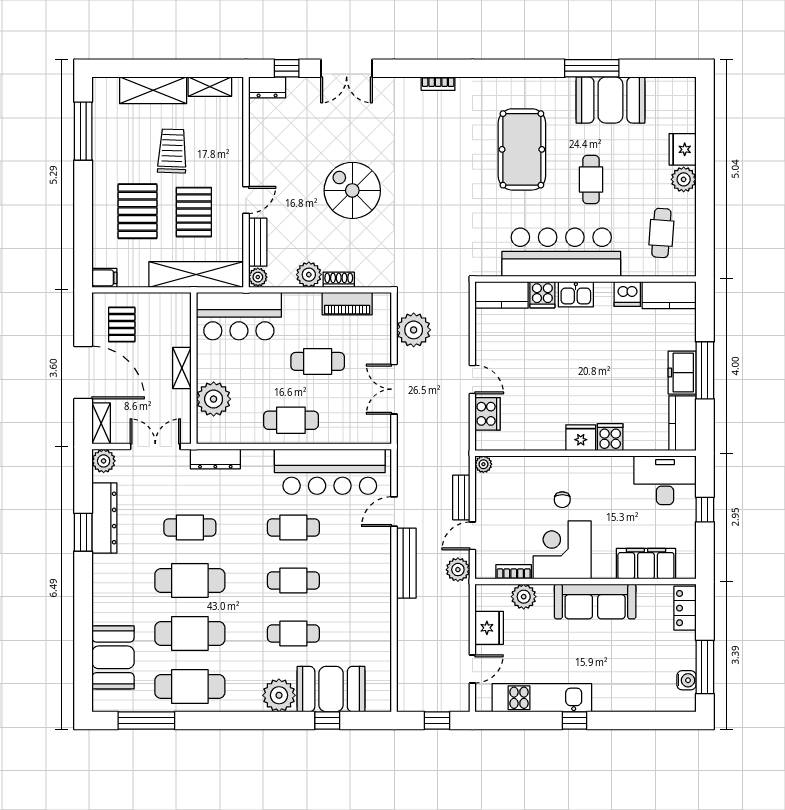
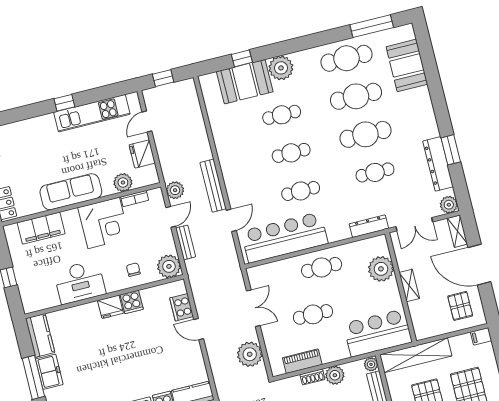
cooker: (610, 437) -> (132, 302), moved
plant: (483, 464) -> (169, 266), width x1.88, depth x1.88
desk: (665, 480) -> (80, 282), moved
chair: (562, 500) -> (133, 270), moved

